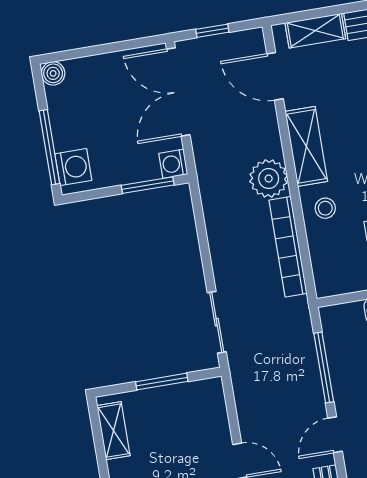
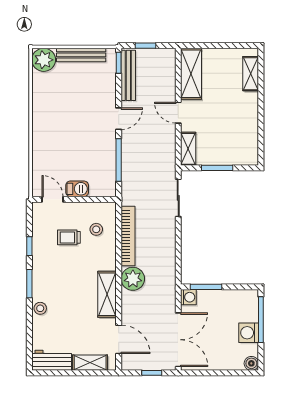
washing machine: (73, 167) -> (249, 333), moved
stool: (325, 208) -> (96, 229), moved
shelving: (114, 431) -> (188, 149), moved

